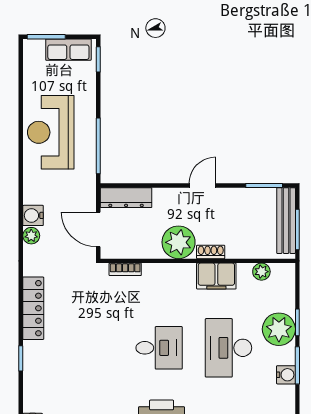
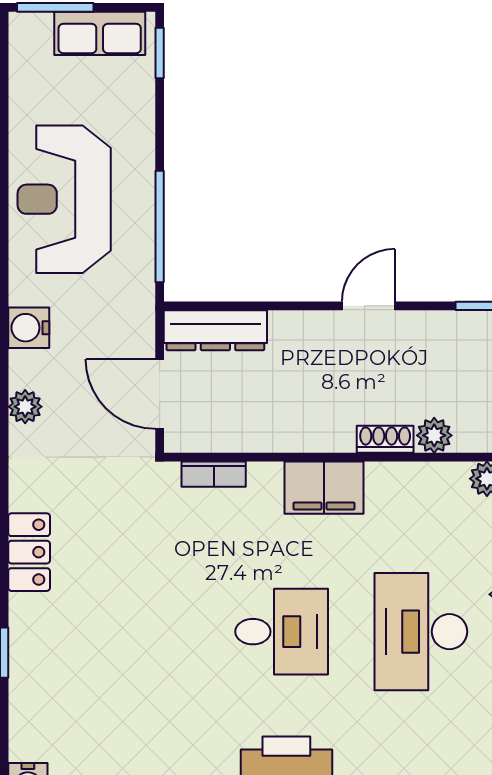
water cooler: (33, 215) -> (29, 328), moved
plant: (179, 242) -> (434, 435), moved, width x0.53, depth x0.53
filing cabinet: (216, 276) -> (324, 488), moved
locker: (33, 308) -> (29, 552), width x0.66

